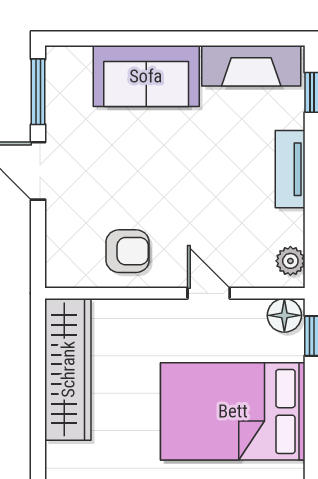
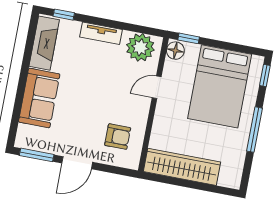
armchair: (128, 251) -> (118, 137), moved, turned 90
plant: (290, 261) -> (140, 47), width x1.88, depth x1.88

